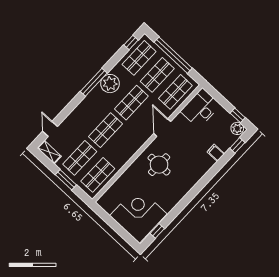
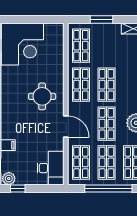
shop shelf: (80, 158) -> (81, 85), moved

